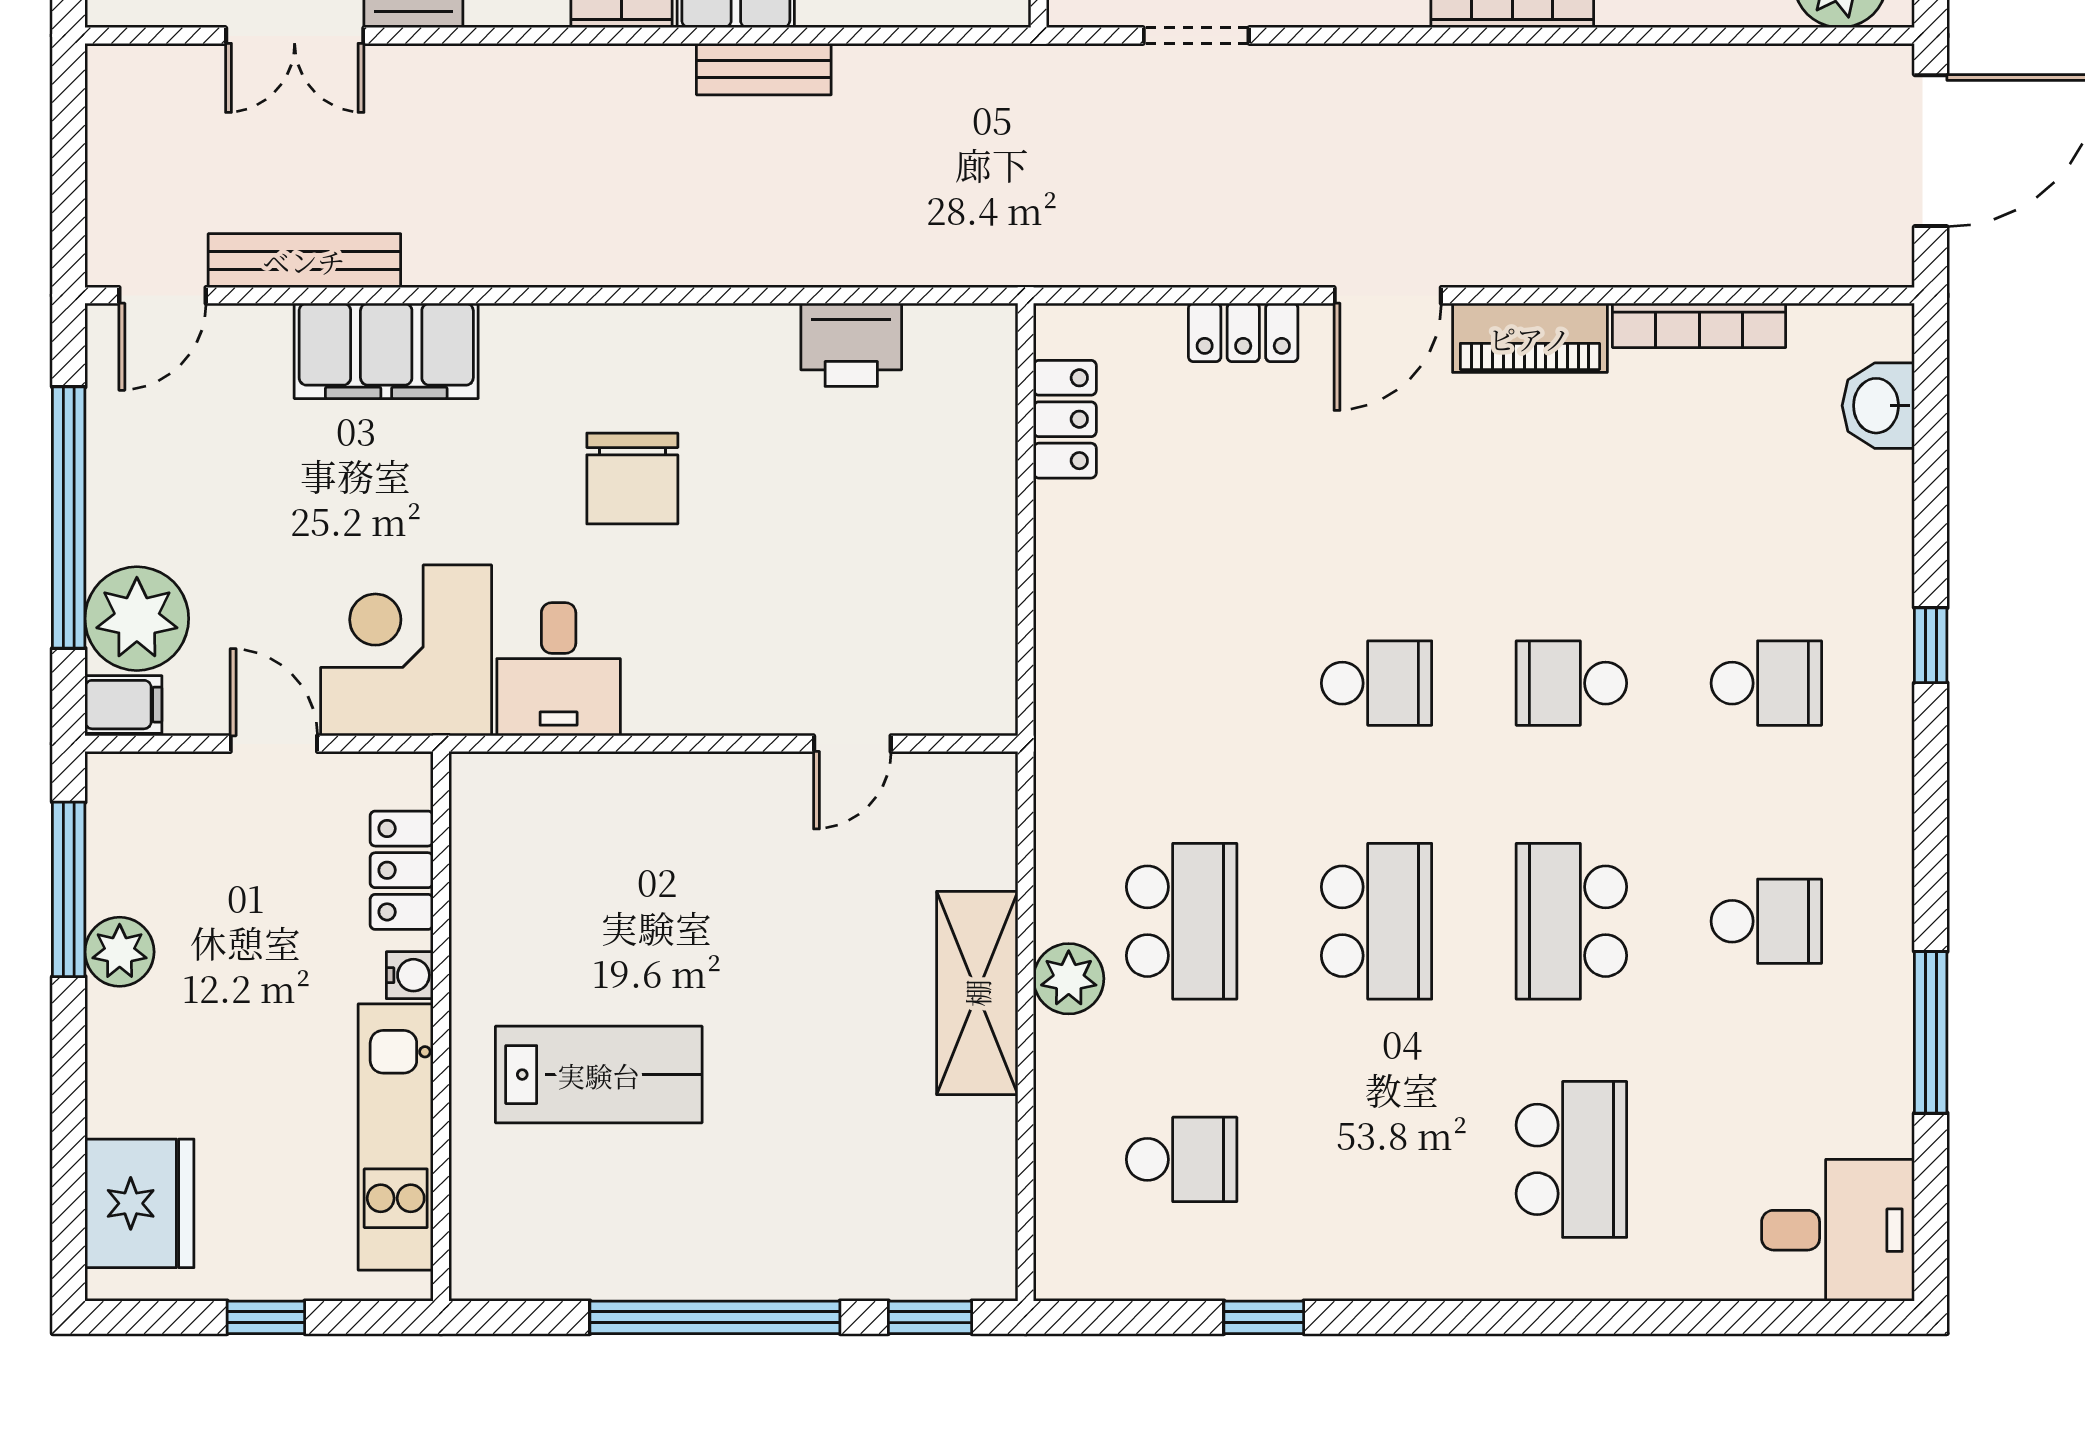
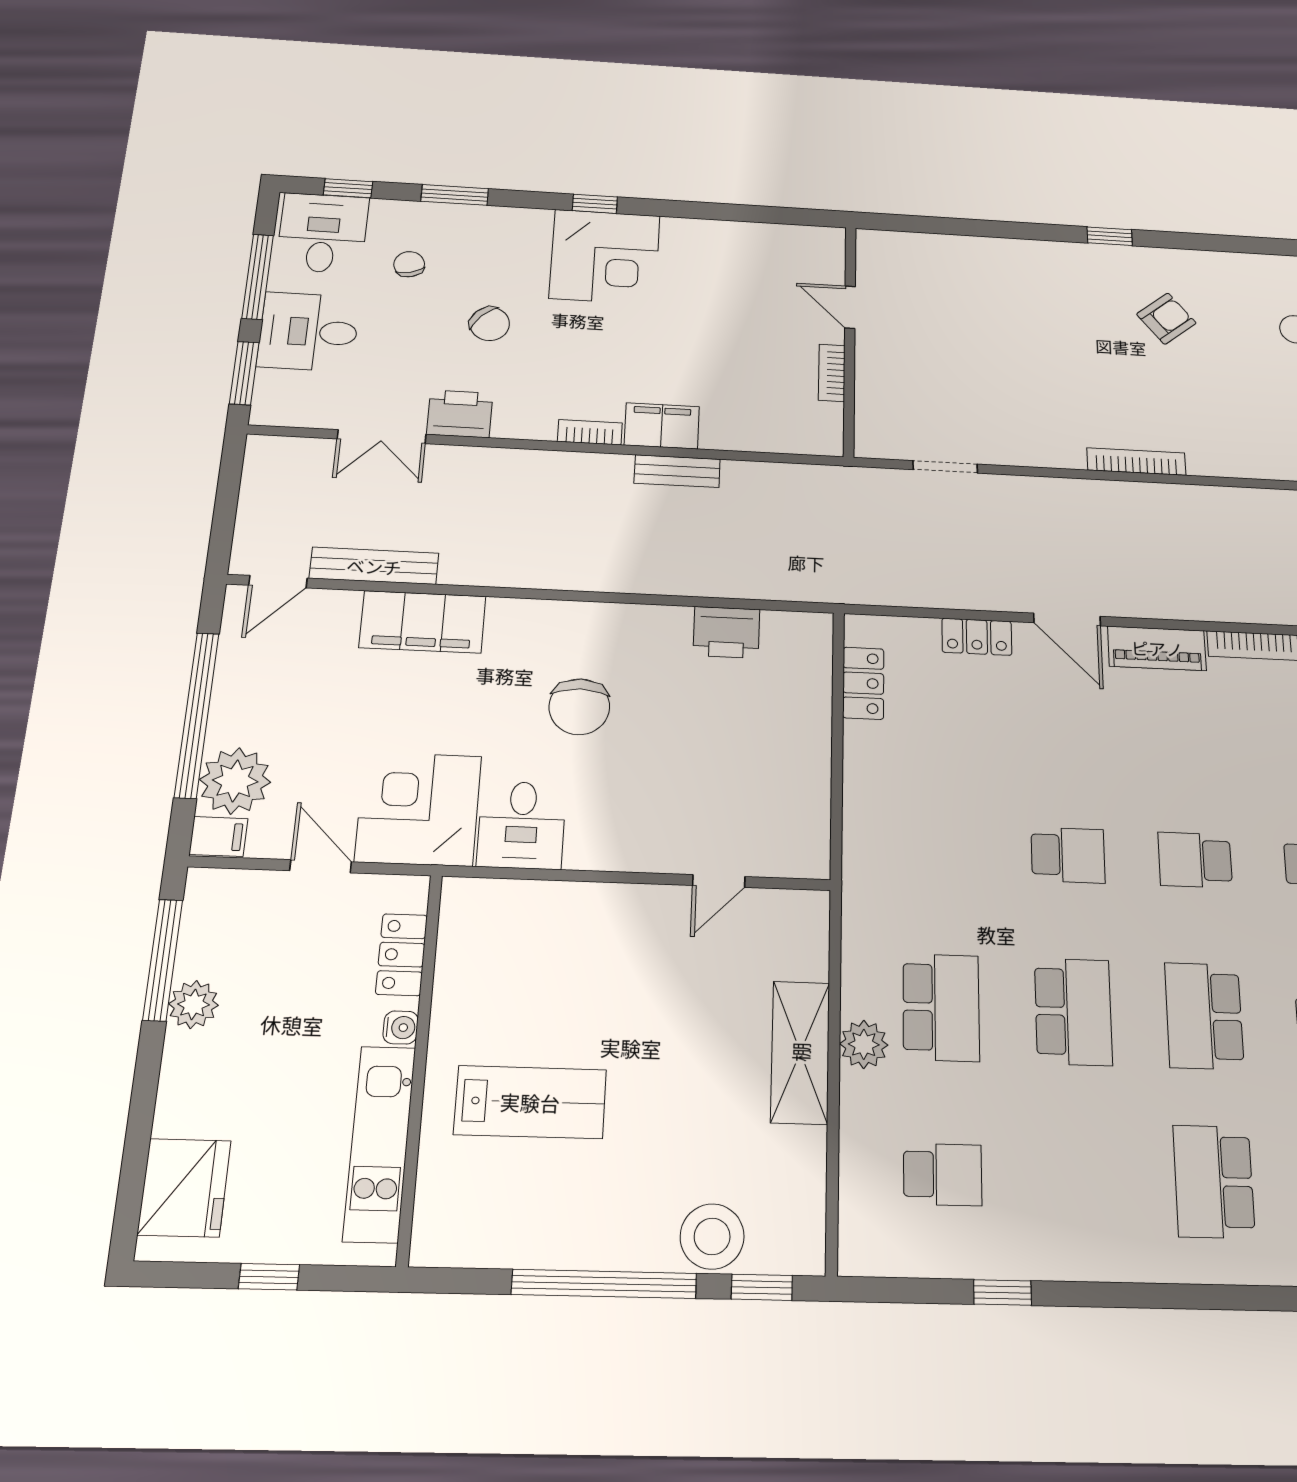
door: (1388, 295) -> (1067, 619), hinge flipped
school desk: (1571, 1159) -> (1214, 1182), turned 180
stool: (860, 1251) -> (712, 1236), added

